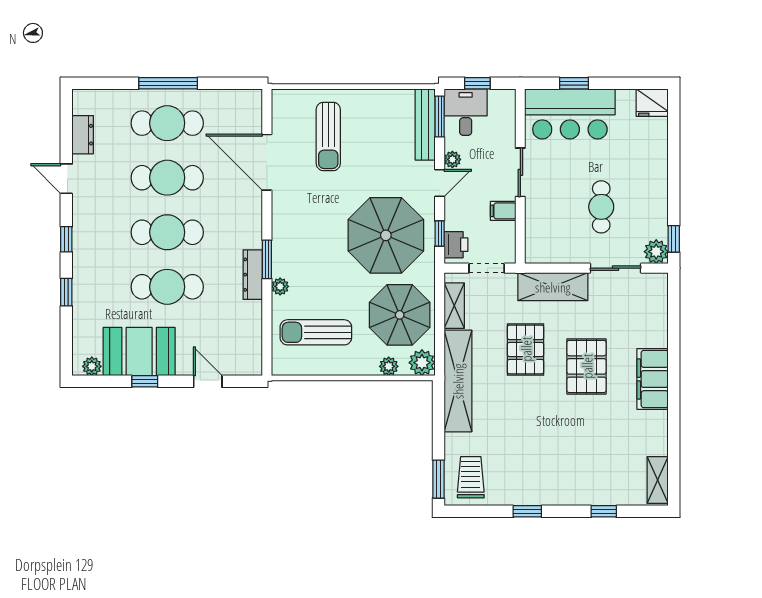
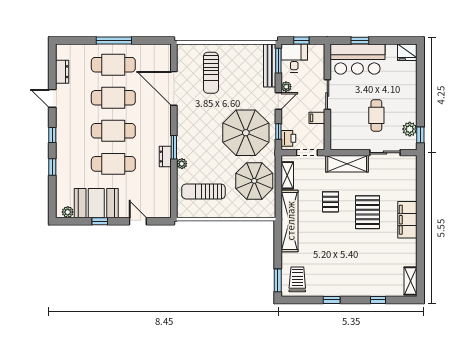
plant: (656, 252) -> (410, 129), moved
dresser: (253, 275) -> (165, 157), width x0.70
pallet: (526, 349) -> (331, 202), width x0.67, depth x0.71
plant: (422, 363) -> (268, 210), removed
plant: (389, 366) -> (248, 212), removed

